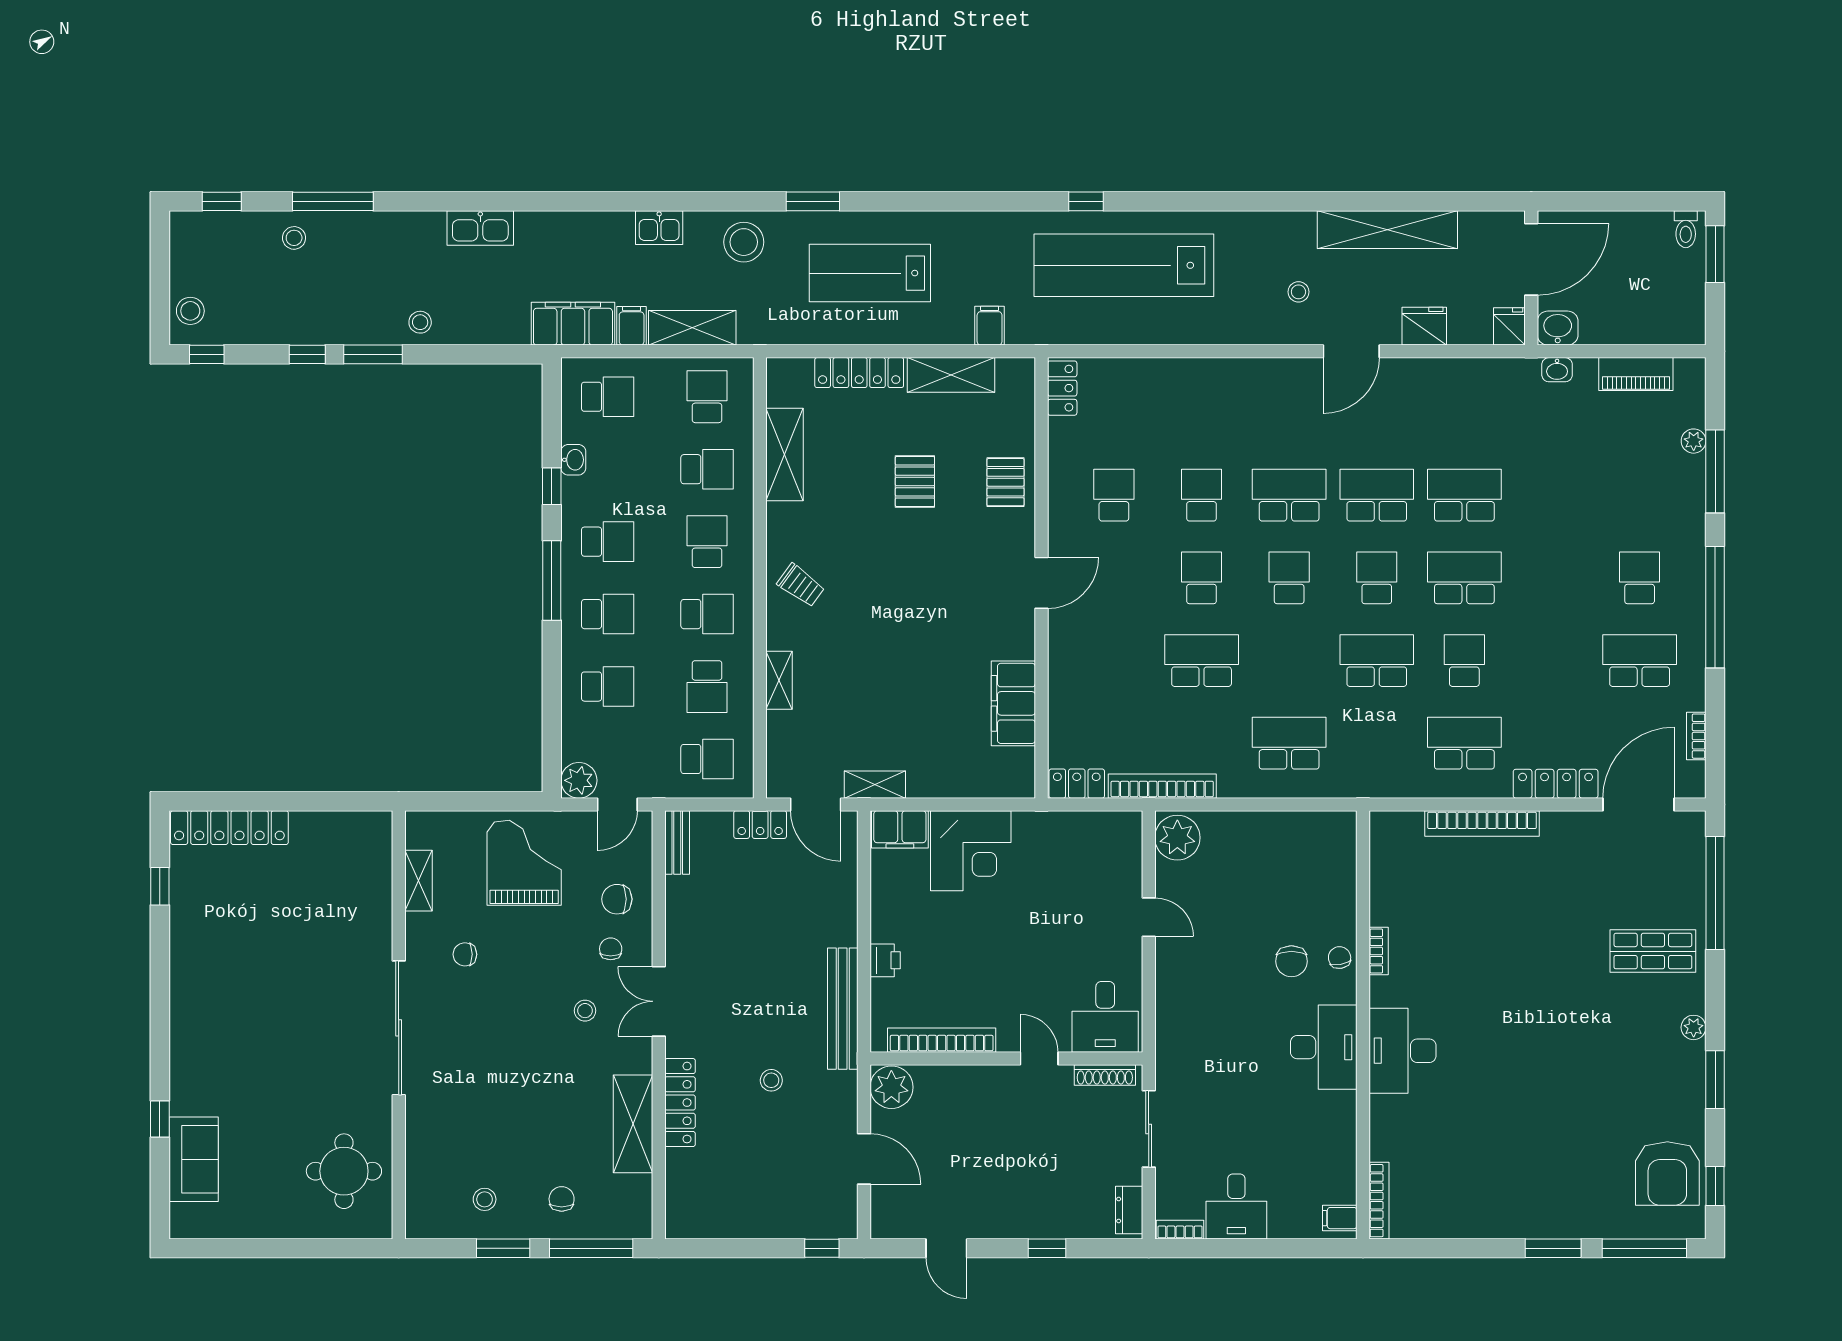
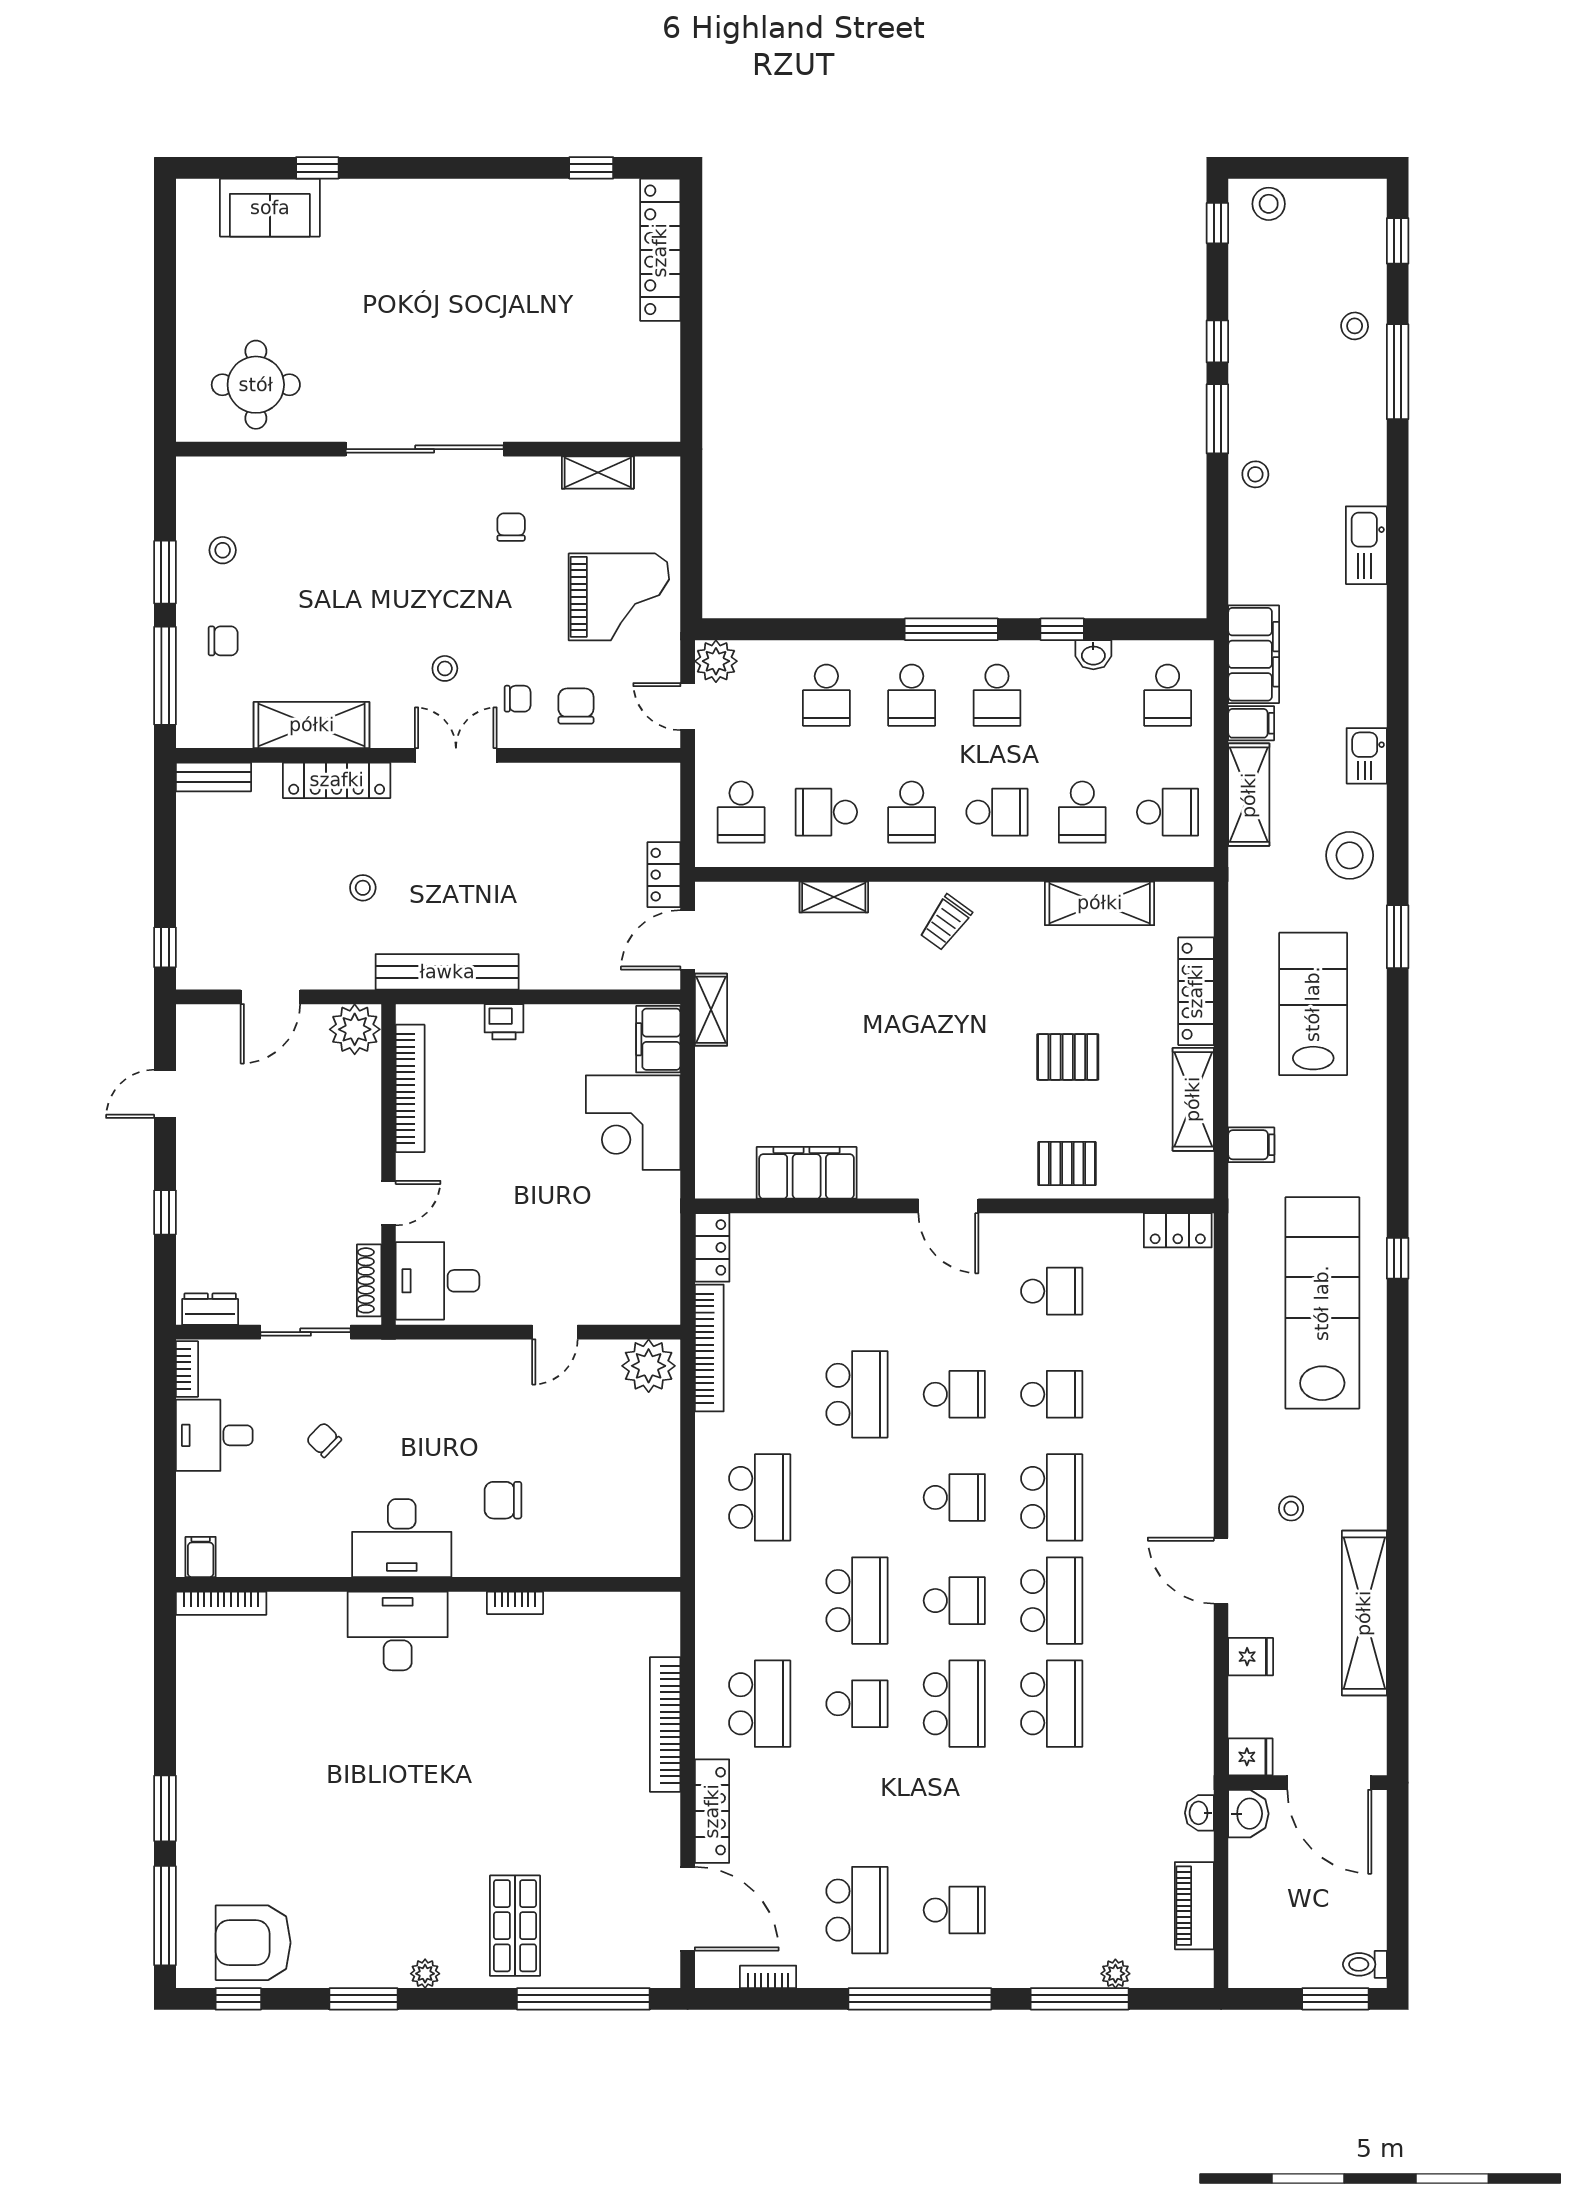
fridge: (1424, 326) -> (1251, 1657), width x0.72
bench: (677, 843) -> (213, 777), moved
chair: (1340, 958) -> (324, 1440), moved, turned -126

